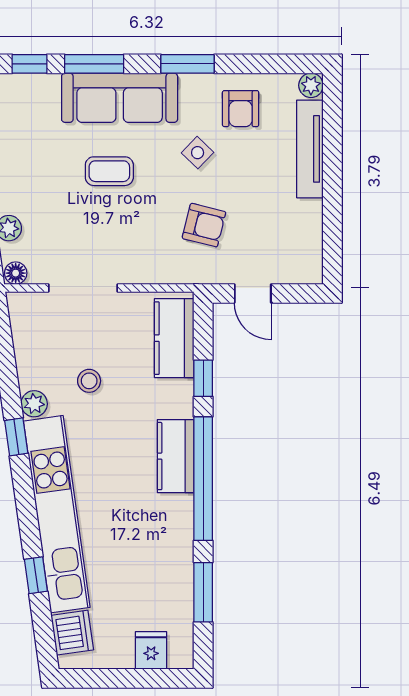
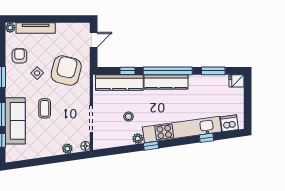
sofa: (120, 98) -> (15, 121), moved
armchair: (241, 109) -> (19, 56), turned -90
armchair: (204, 225) -> (66, 70), width x1.88, depth x1.88
door: (253, 294) -> (94, 40), moved
kitchen counter: (174, 338) -> (119, 82), width x1.50
kitchen counter: (176, 456) -> (166, 82), width x1.50
fridge: (151, 650) -> (237, 81), moved

